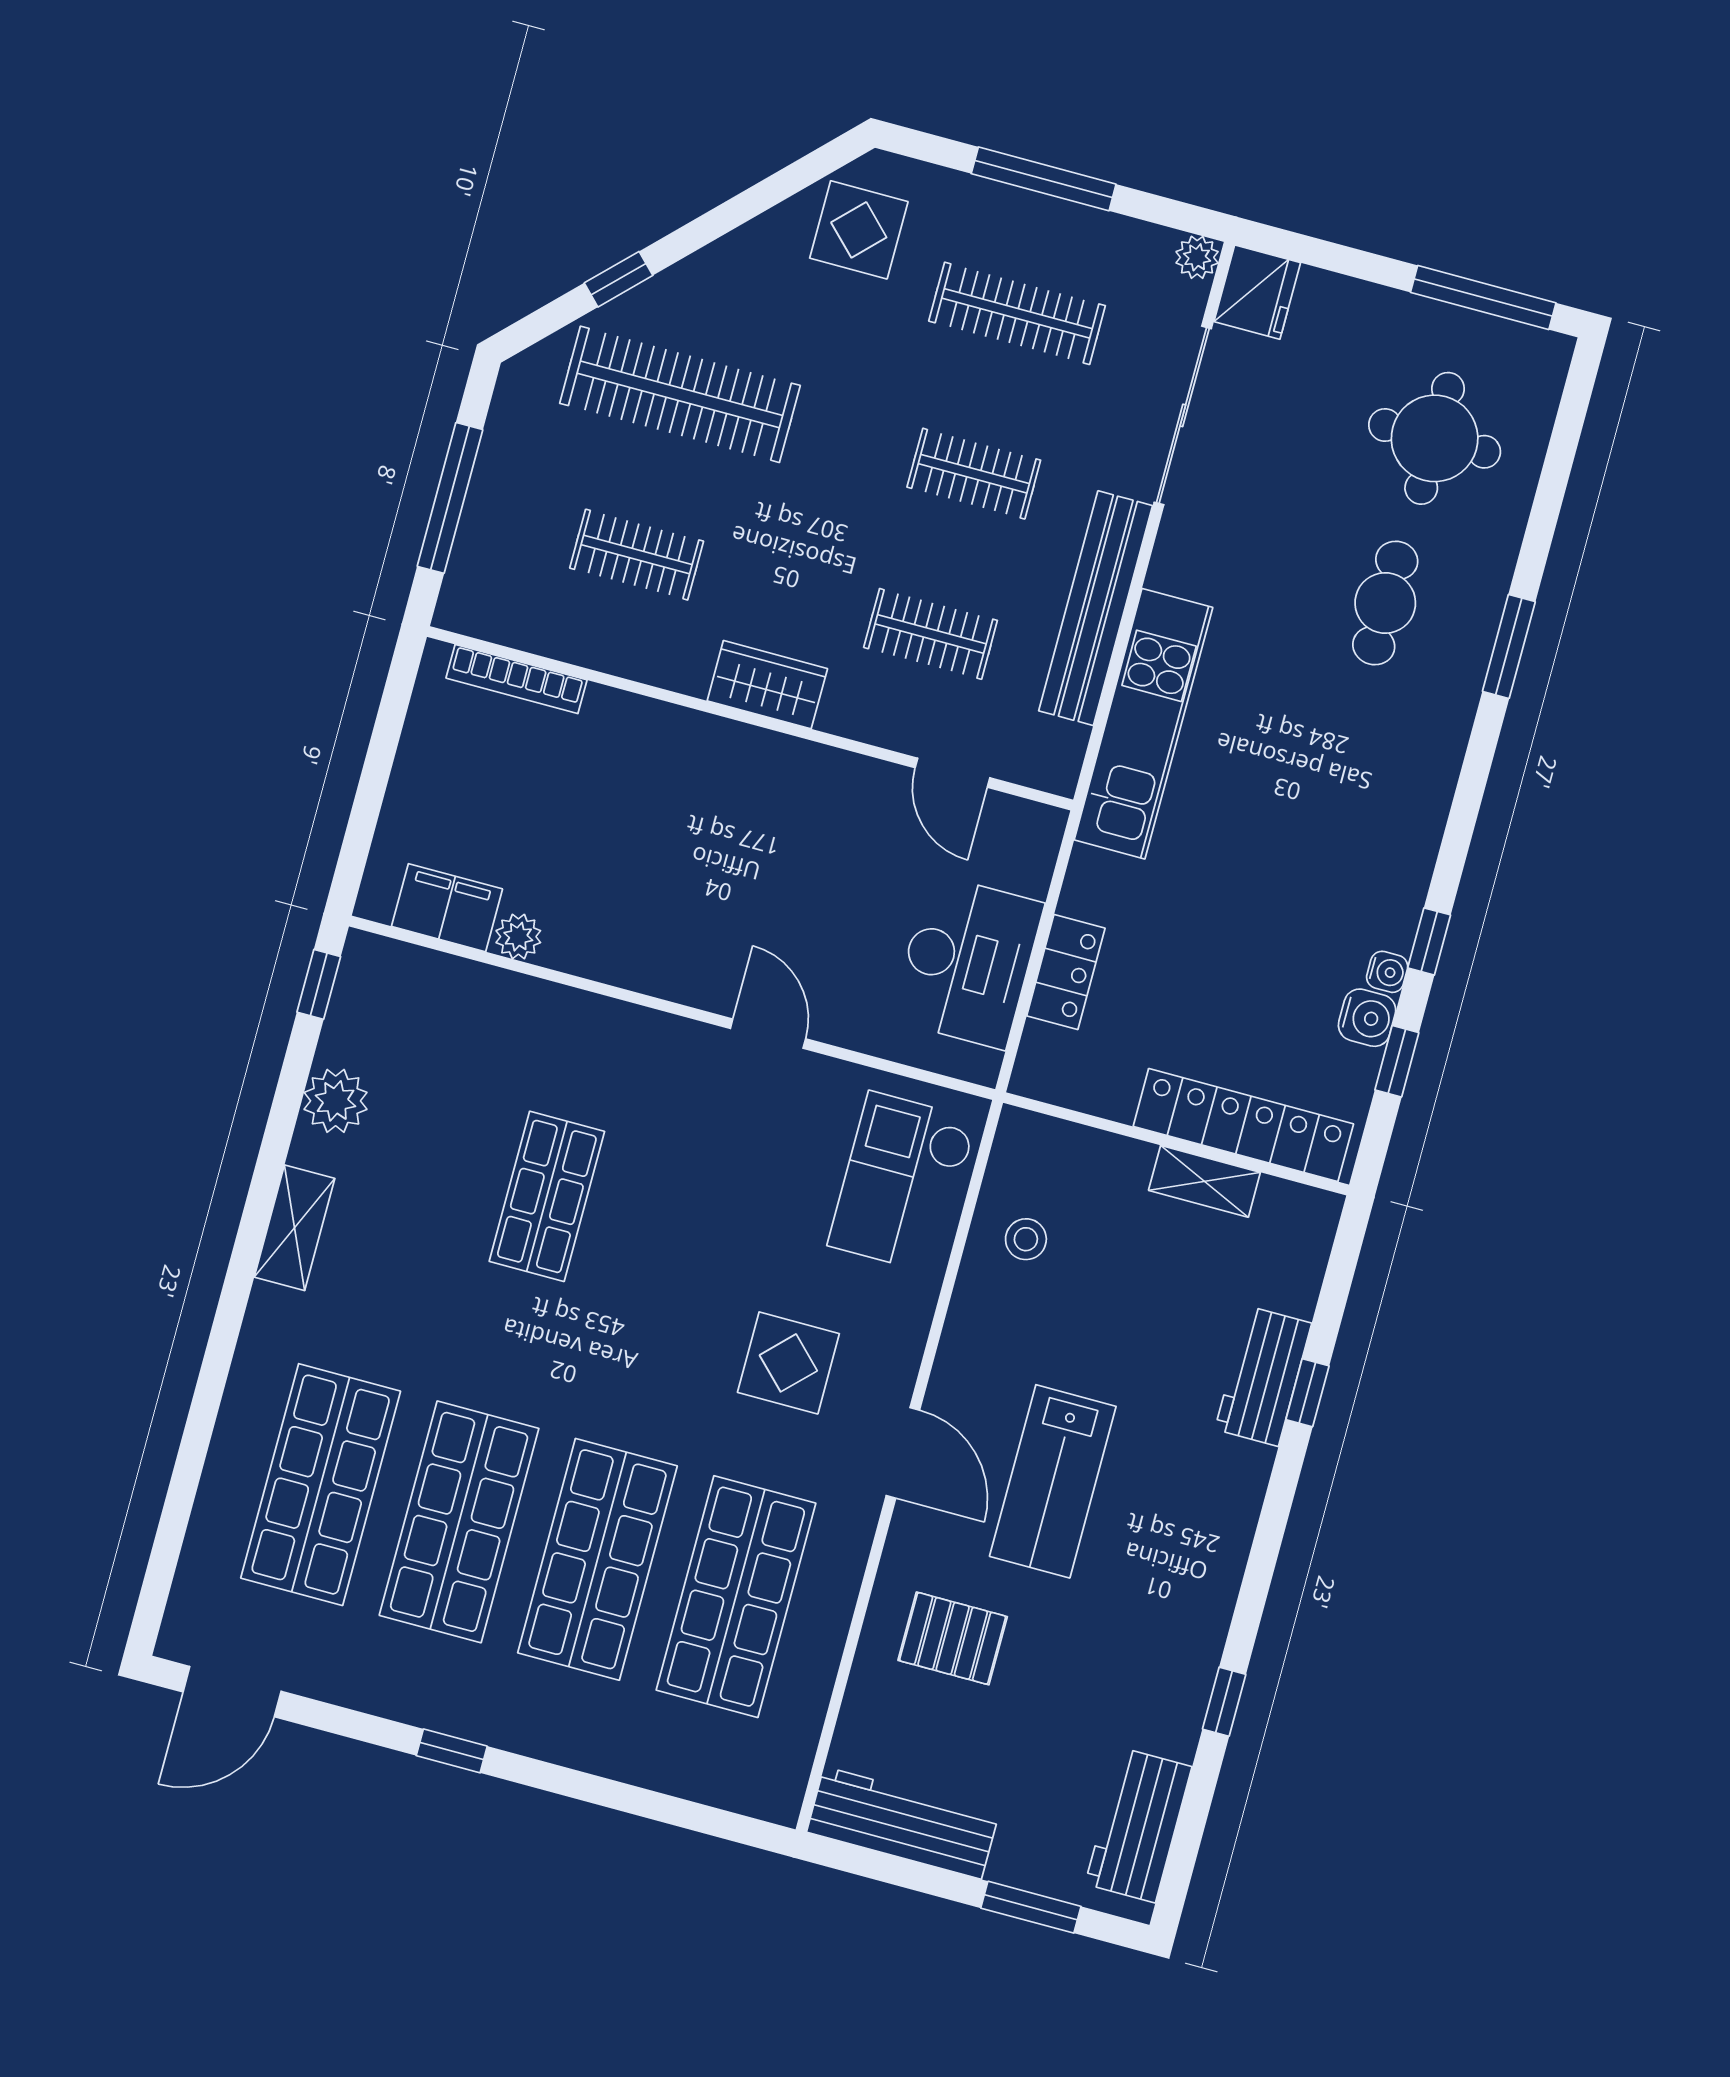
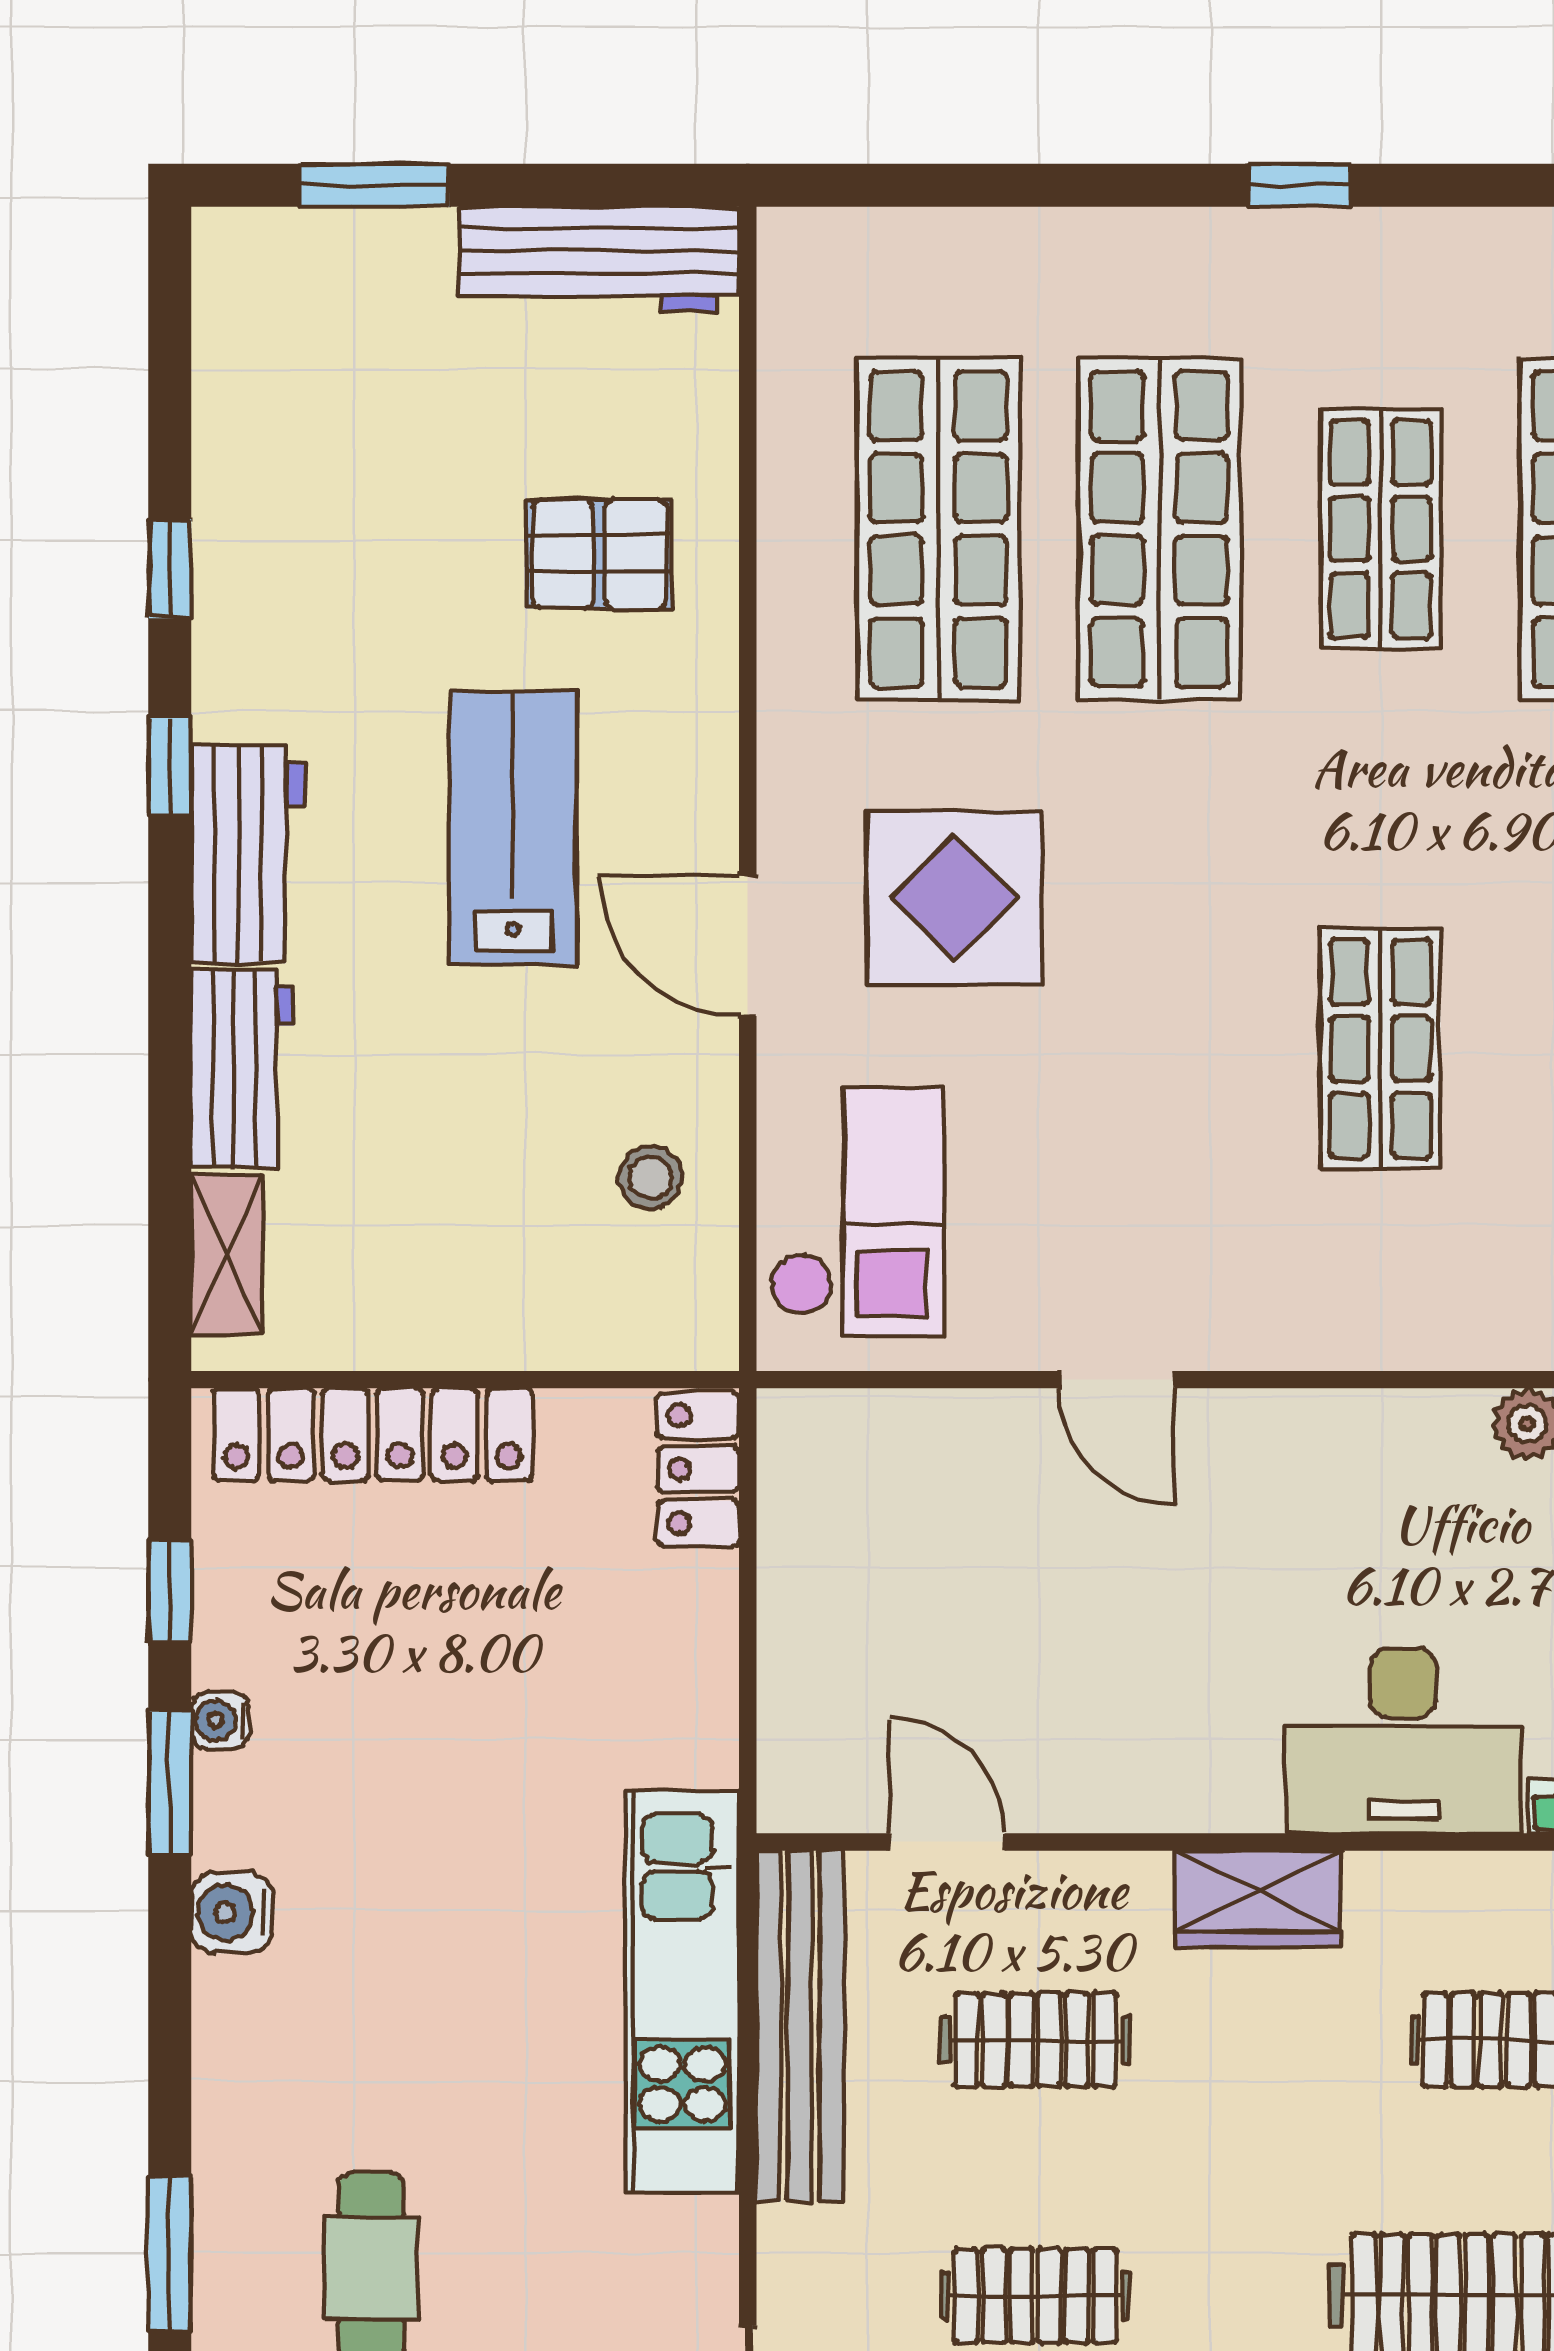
bench: (1096, 608) -> (800, 2026), moved
window: (1429, 941) -> (170, 1782), width x1.50
desk: (967, 961) -> (1403, 1741), moved, turned -90
locker: (1066, 972) -> (698, 1469), moved
water cooler: (1367, 1018) -> (232, 1913), moved
shelving: (1204, 1181) -> (227, 1254), moved, turned 90
display table: (788, 1363) -> (954, 898), width x1.36, depth x1.36
window: (1307, 1393) -> (170, 766), moved
door: (903, 1453) -> (748, 946), moved
shop shelf: (459, 1522) -> (1381, 529), width x0.70, depth x0.74
workbench: (1138, 1825) -> (248, 854), moved

